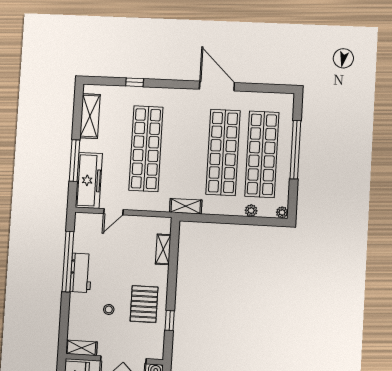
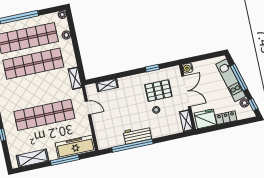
door: (113, 212) -> (88, 108), moved
pallet: (144, 304) -> (158, 91), moved

